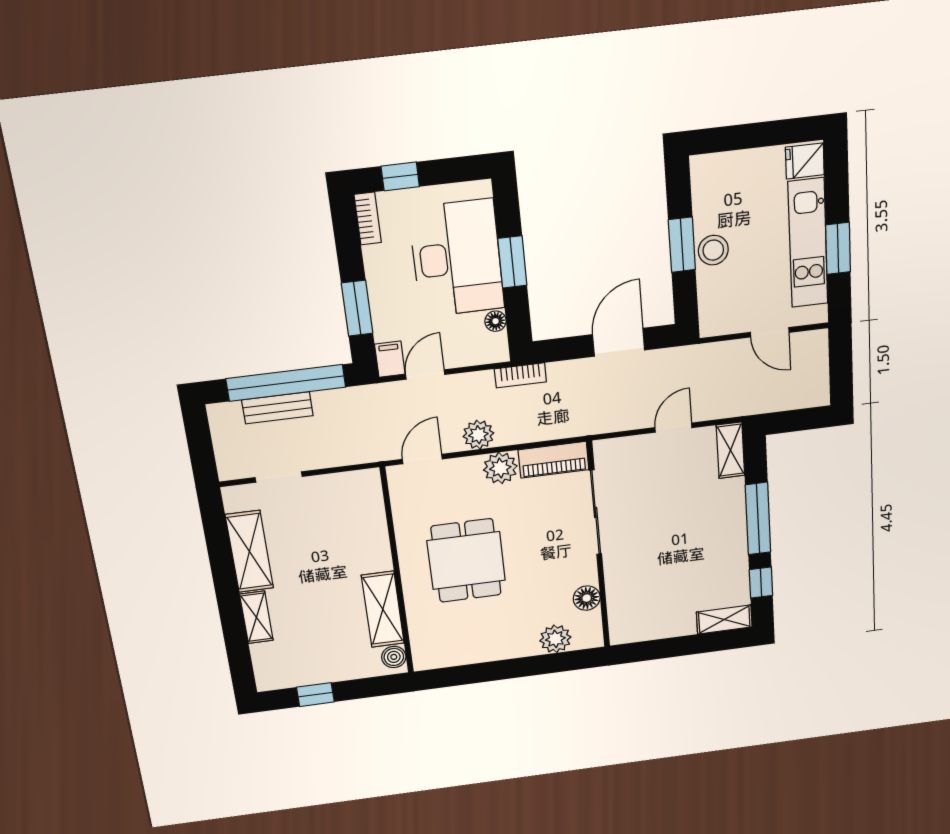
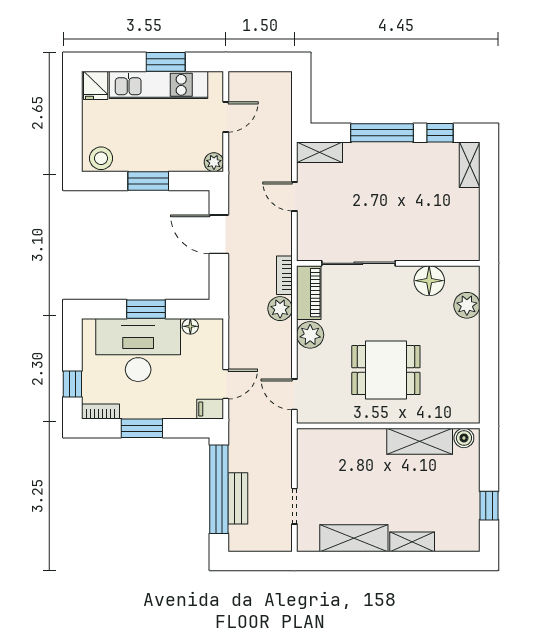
stool: (713, 250) -> (101, 158), moved
window: (357, 308) -> (142, 428), moved
plant: (711, 325) -> (214, 162), added
door: (425, 375) -> (226, 384), swing flipped
bookcase: (520, 375) -> (284, 275), moved, turned 180
plant: (478, 435) -> (280, 309), moved
floor lamp: (587, 598) -> (429, 281), width x1.38, depth x1.38

